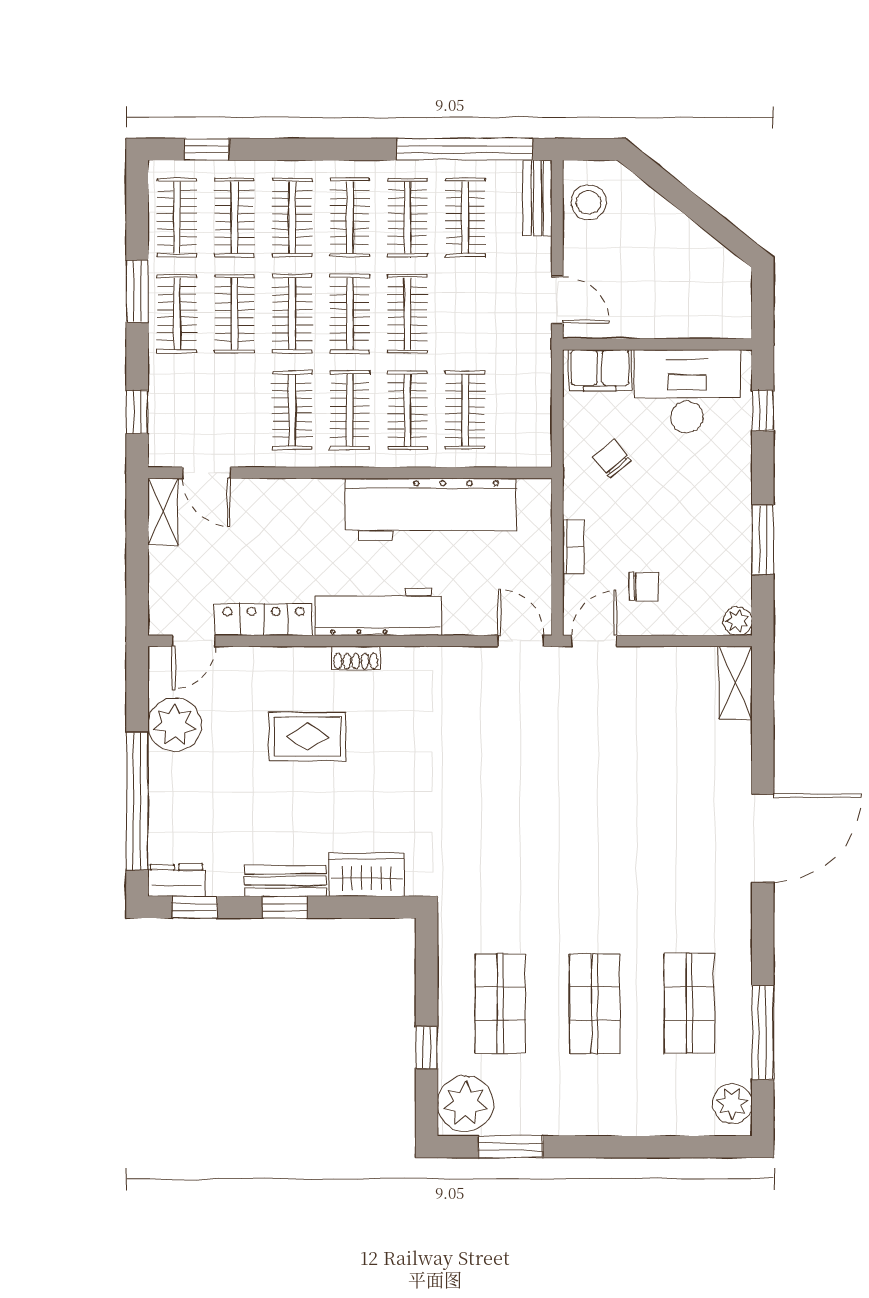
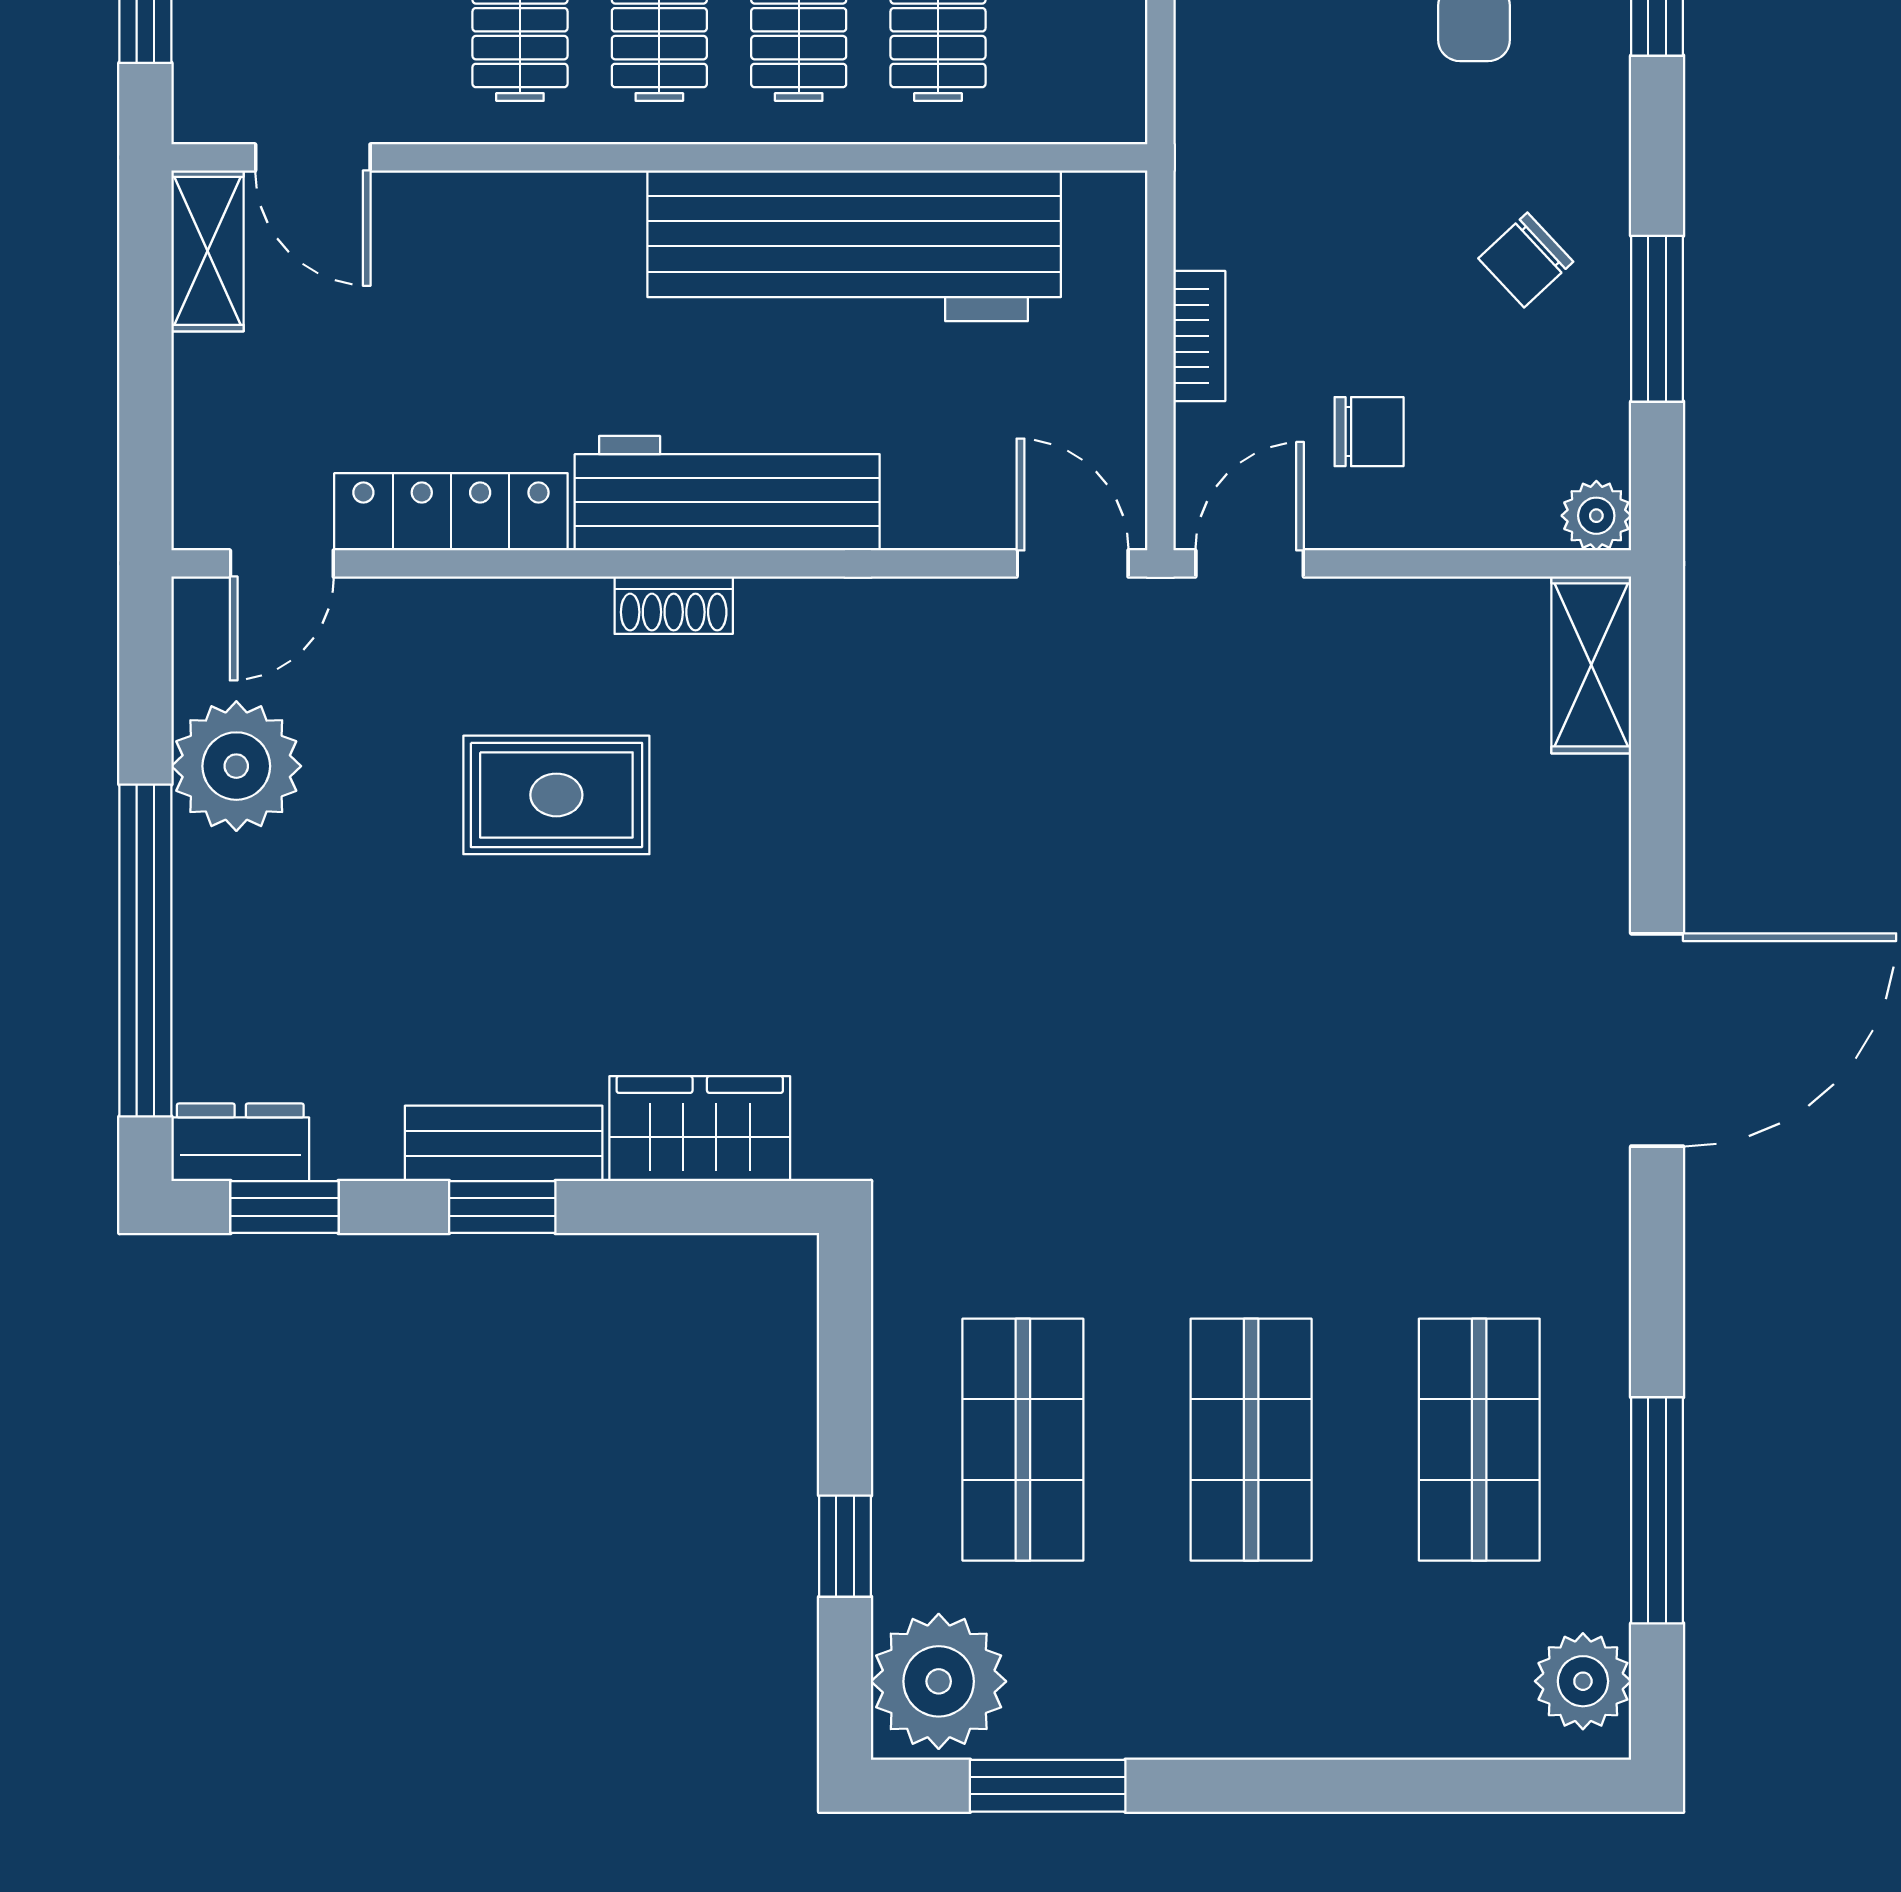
chair: (612, 459) -> (1526, 260), moved, turned -93

